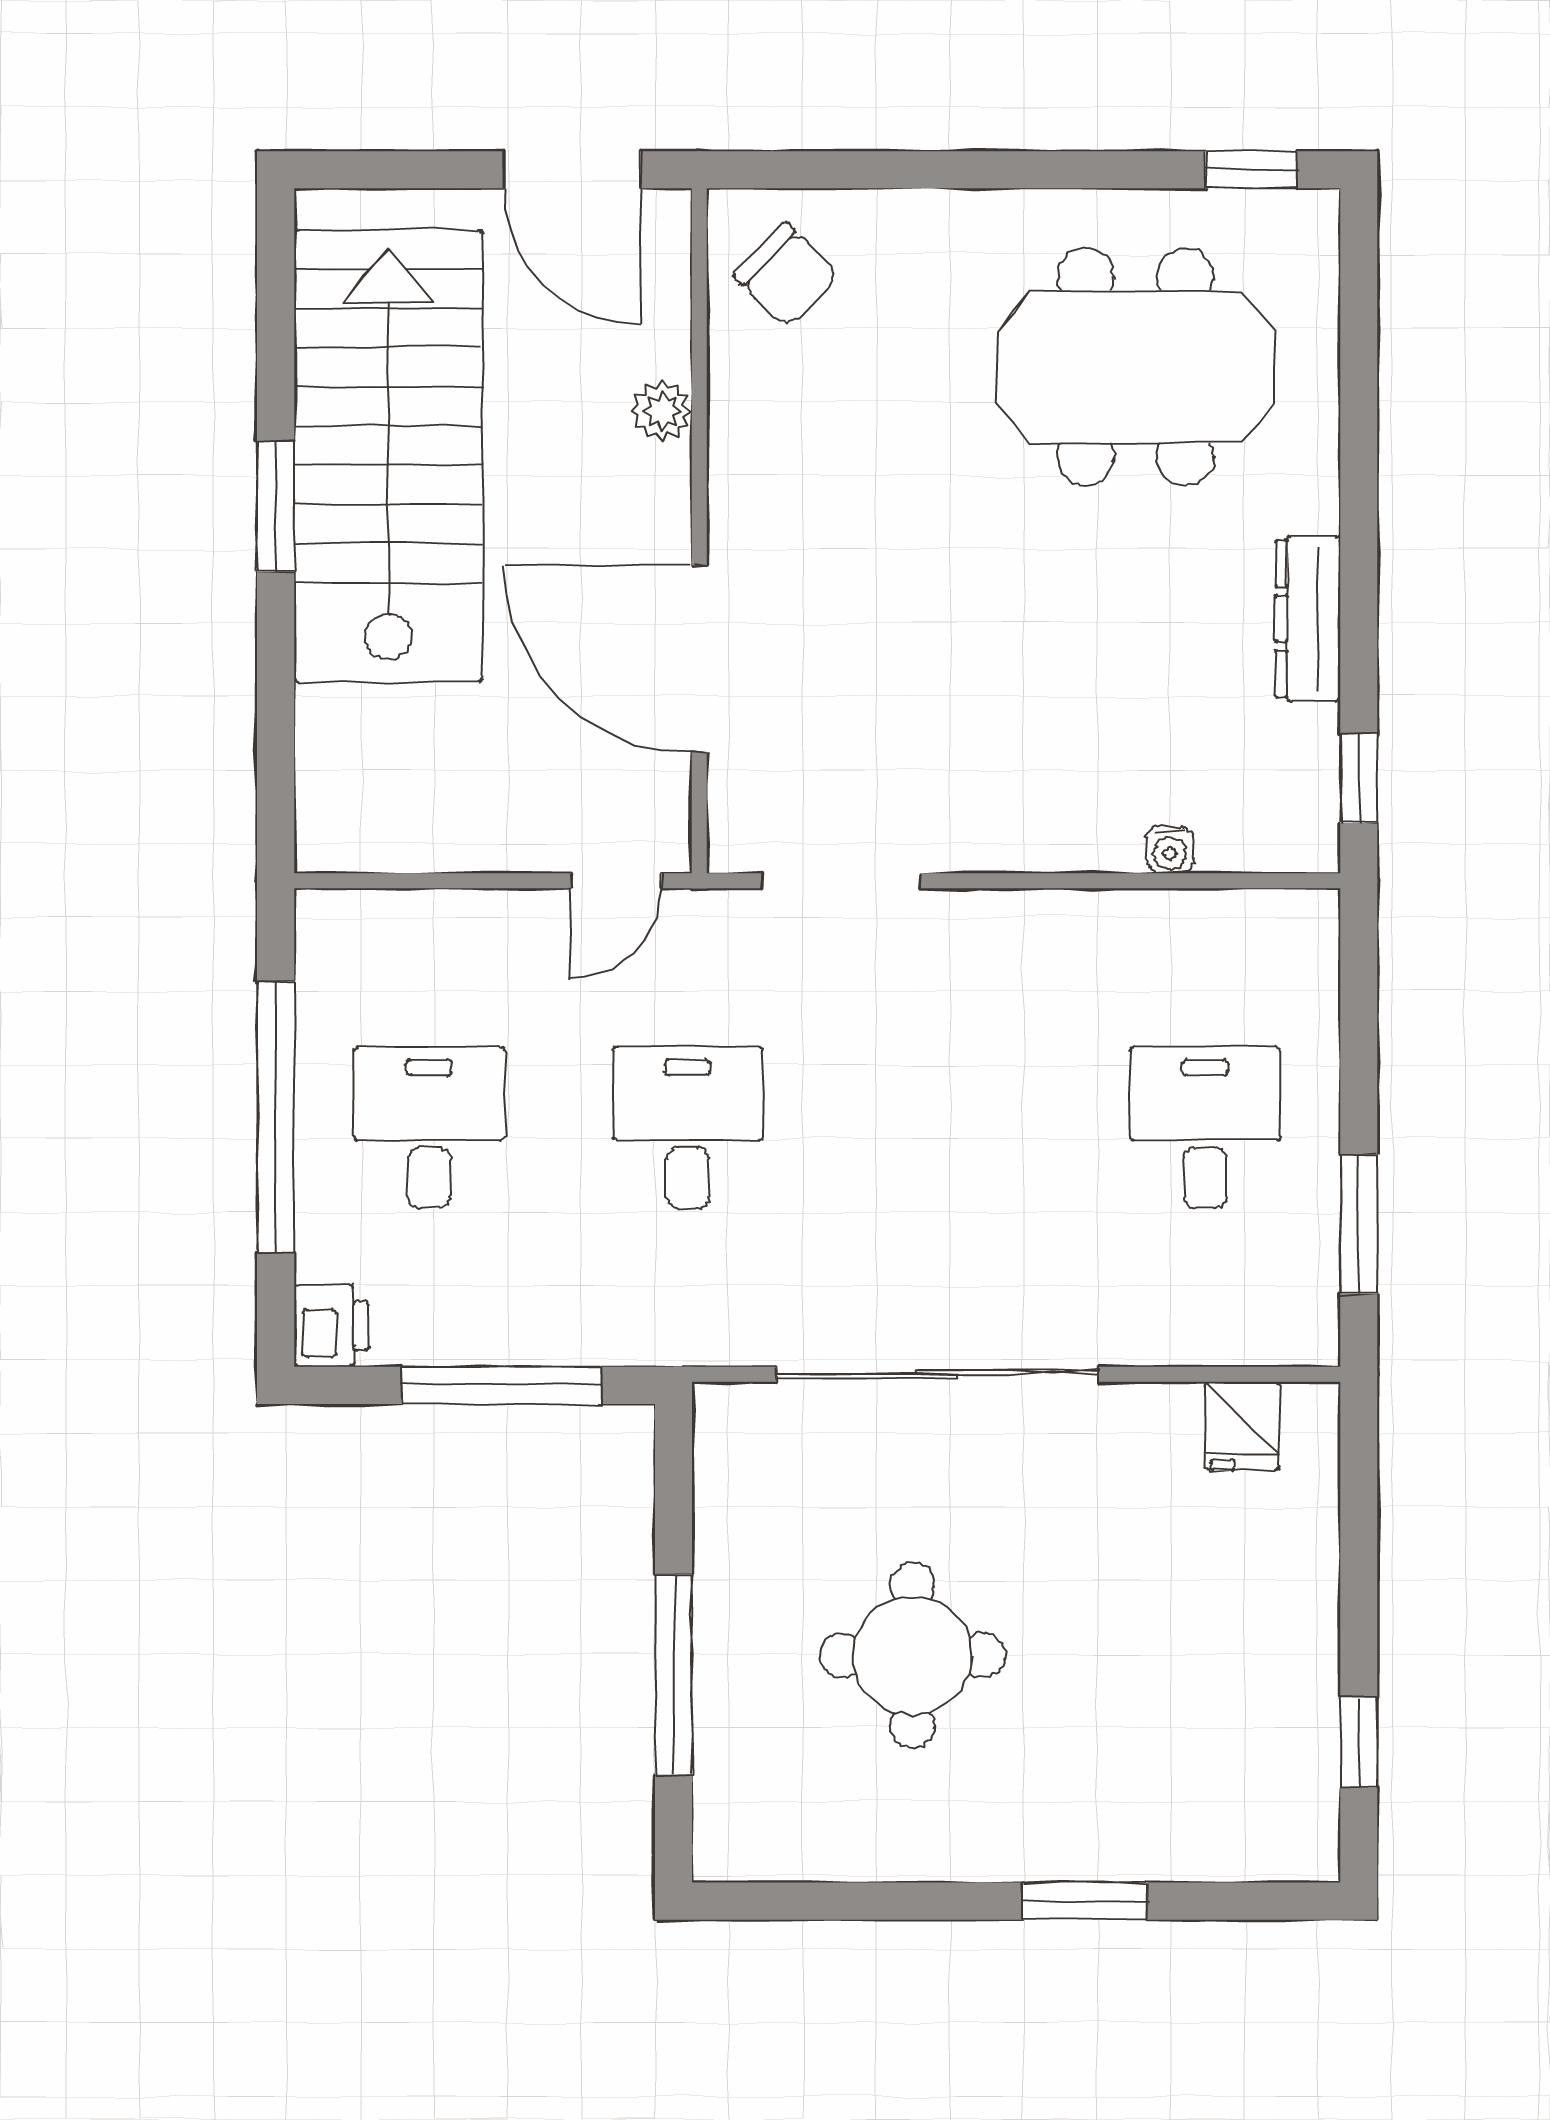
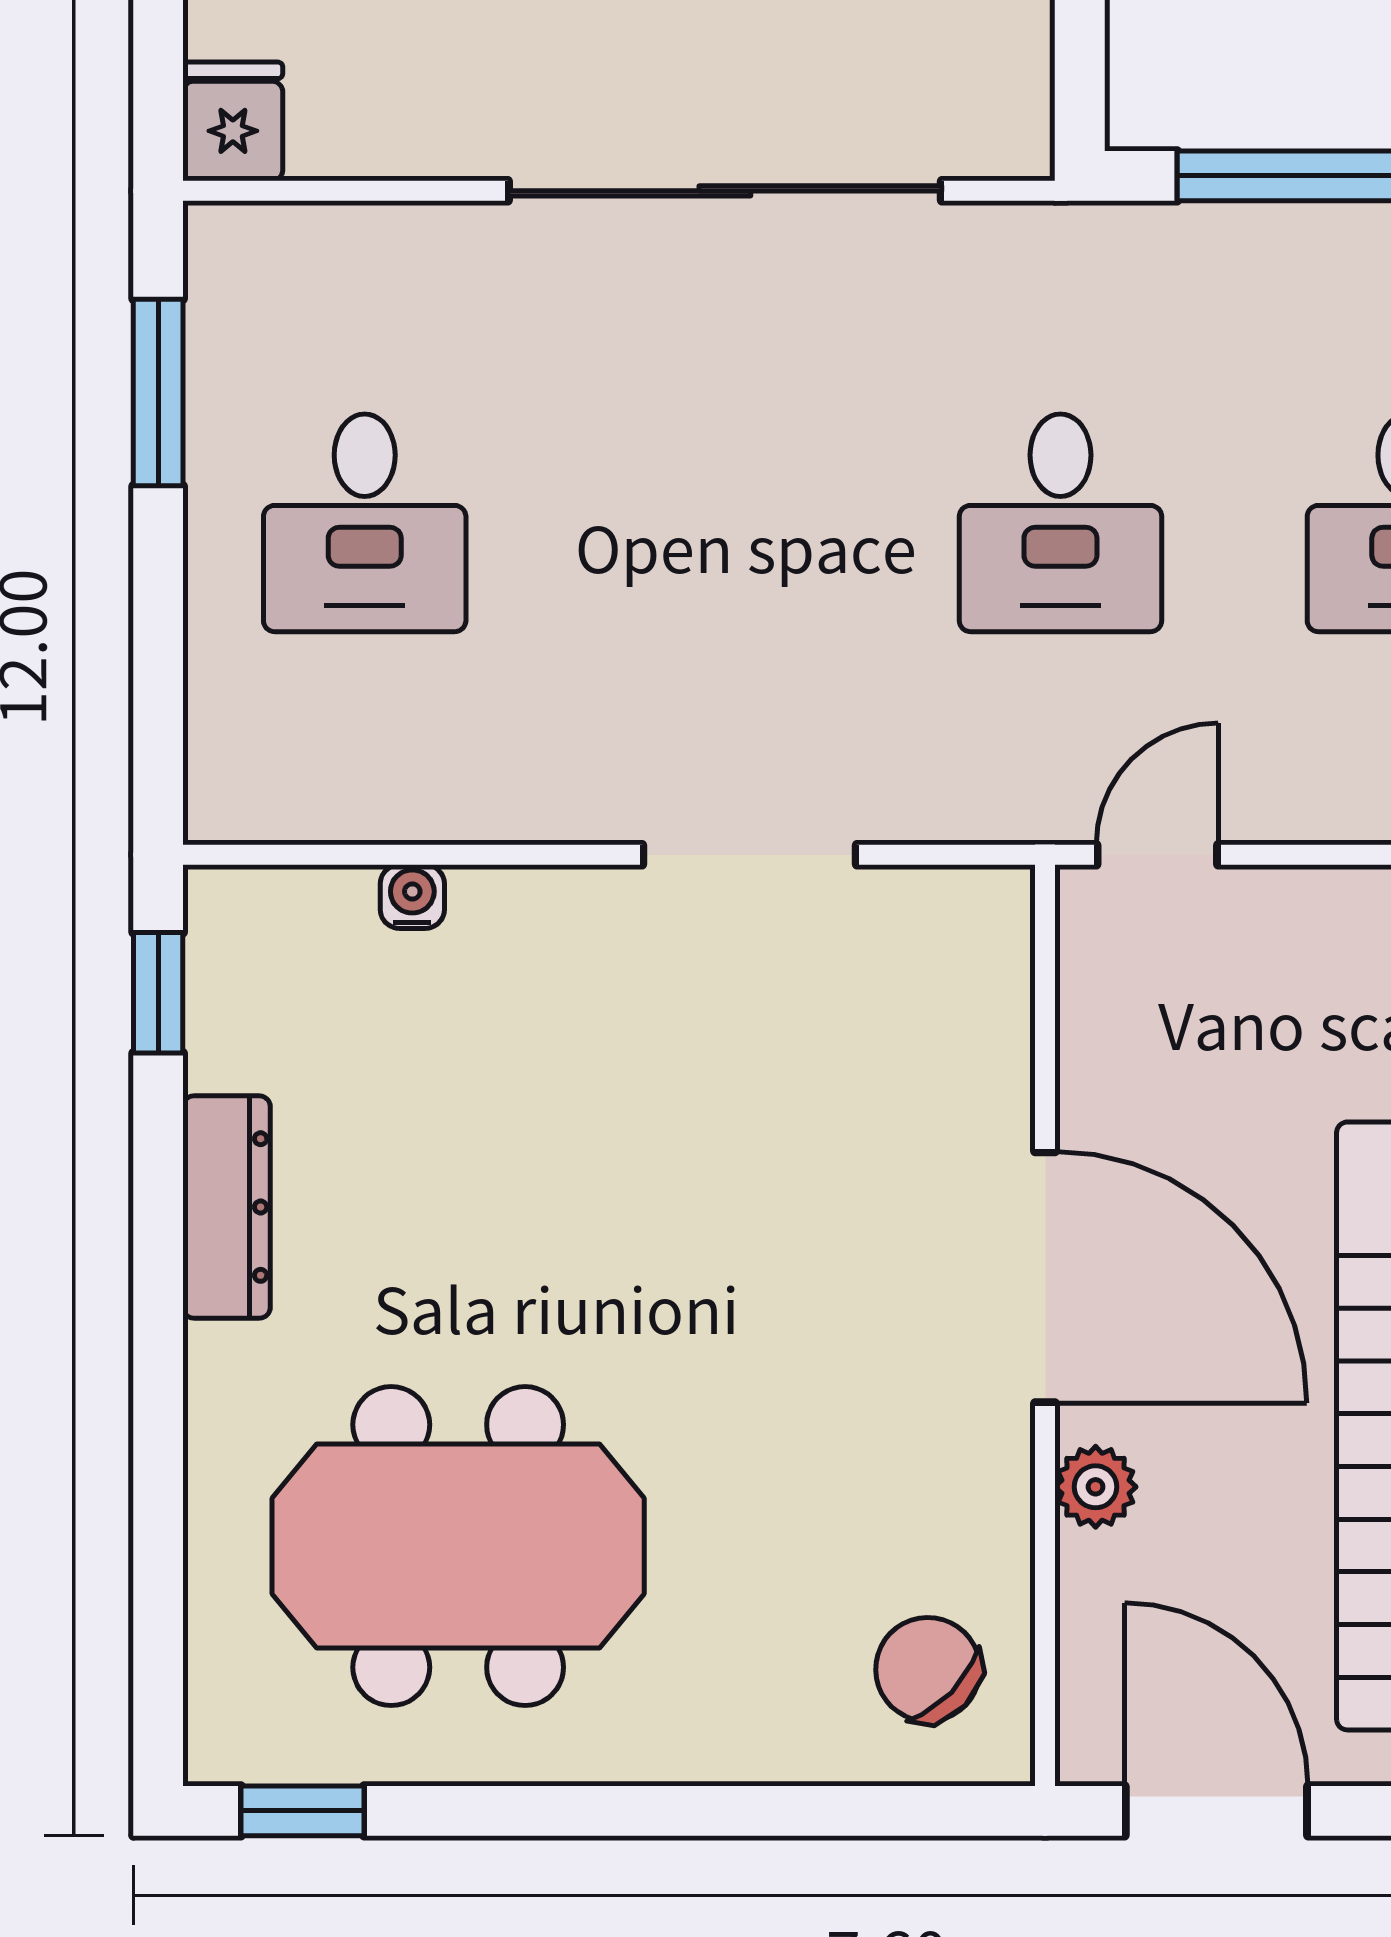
door: (699, 659) -> (1045, 1277), moved
doorway: (841, 881) -> (749, 855), moved
fridge: (1242, 1426) -> (233, 121), moved

